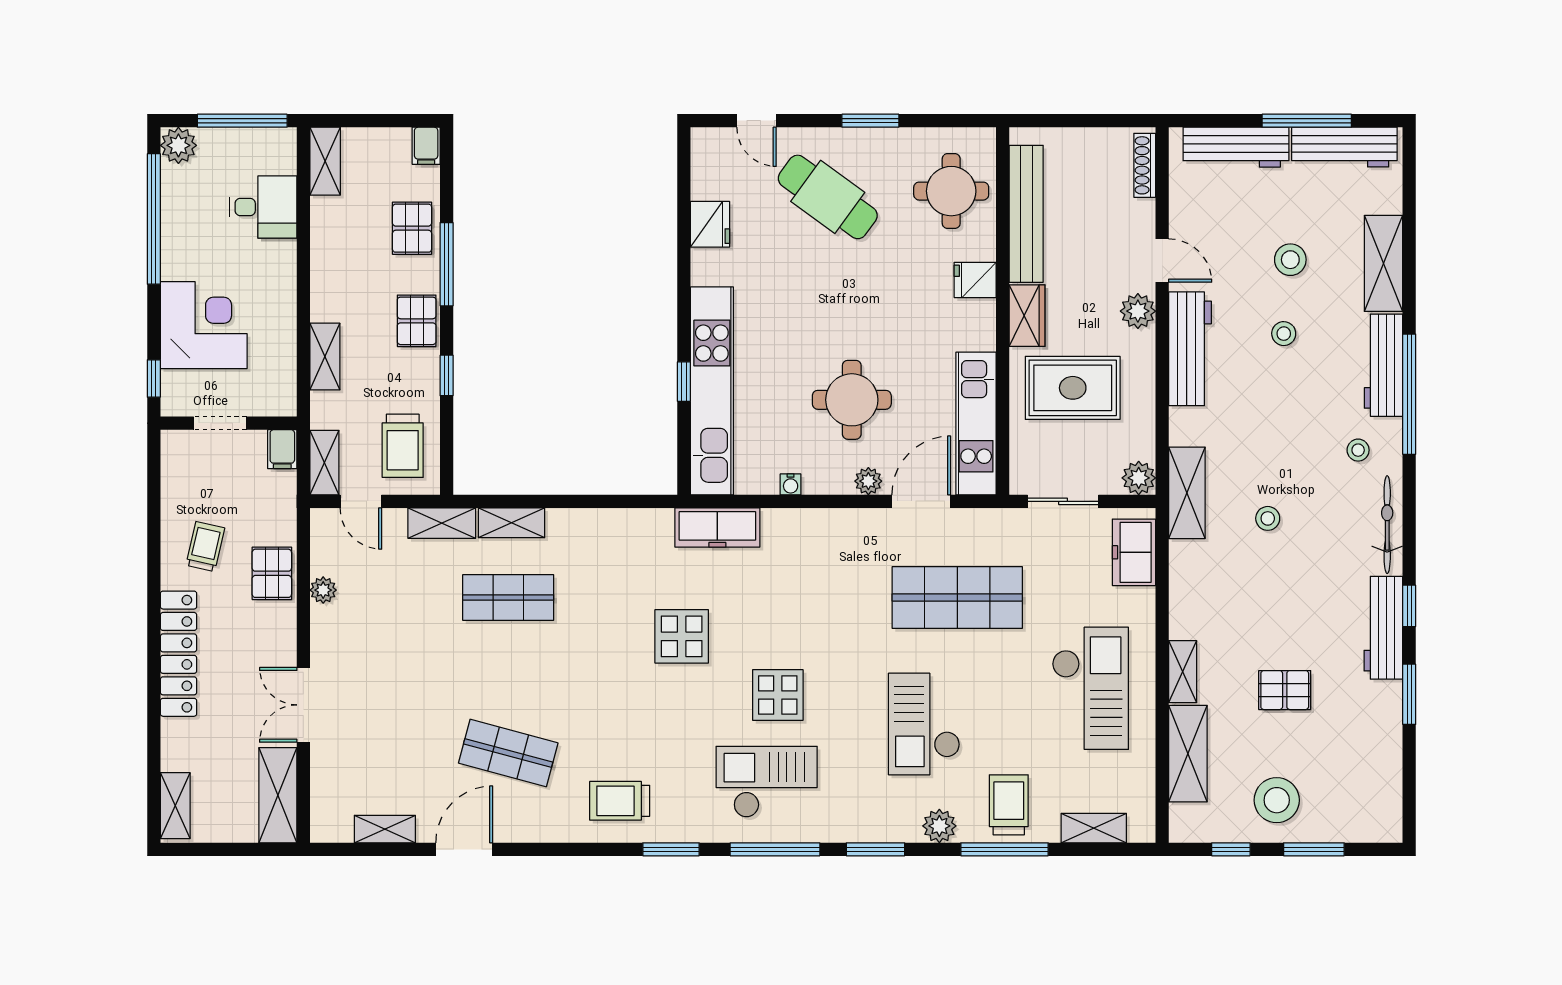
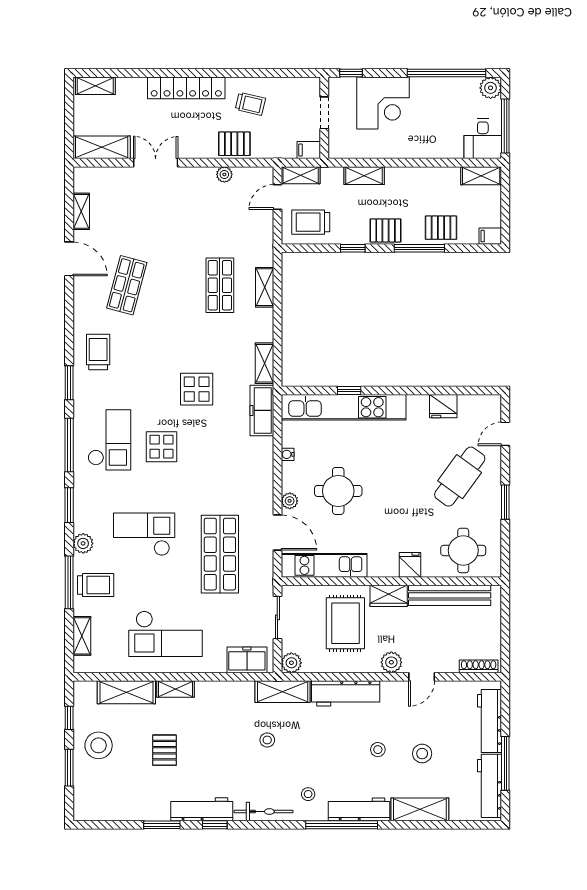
desk: (263, 207) -> (483, 139), moved
workbench: (1190, 349) -> (346, 693), moved
shelving: (442, 523) -> (264, 363), moved

